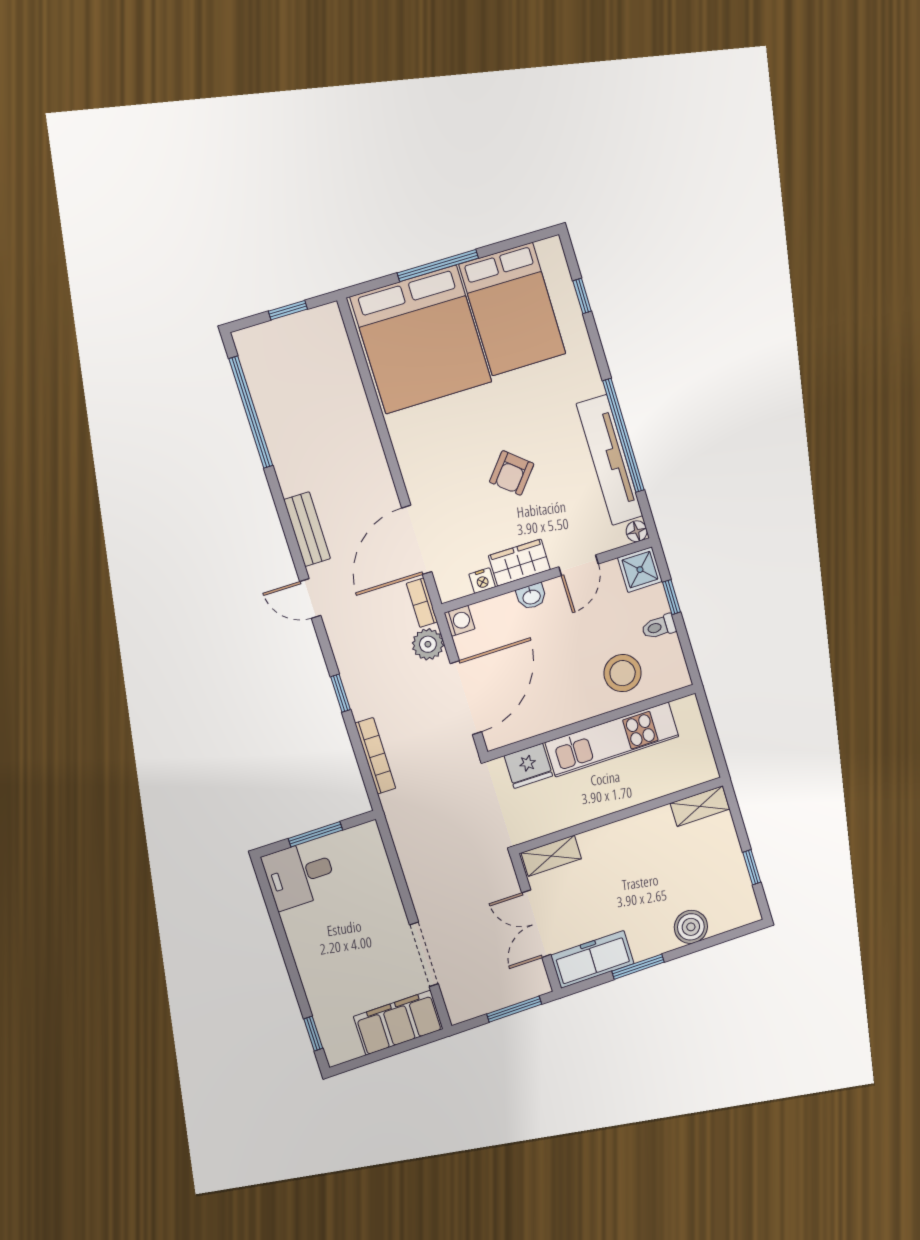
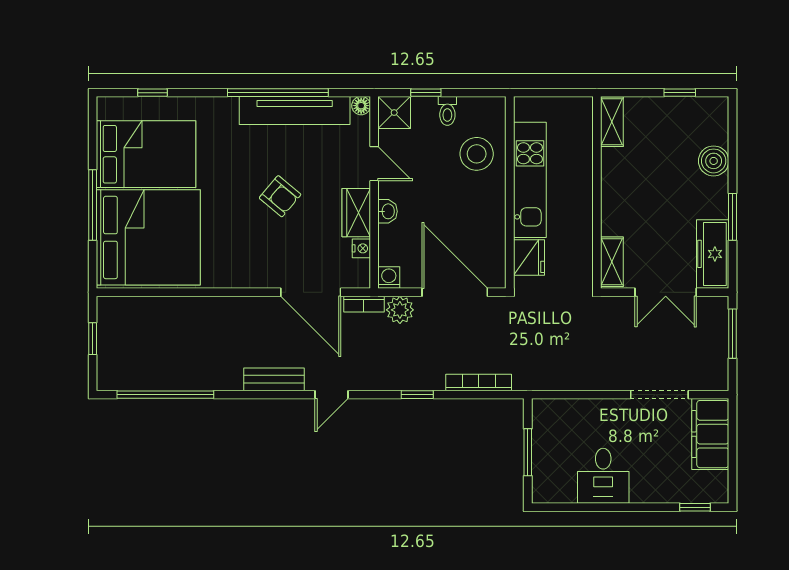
desk: (300, 875) -> (603, 476), moved

